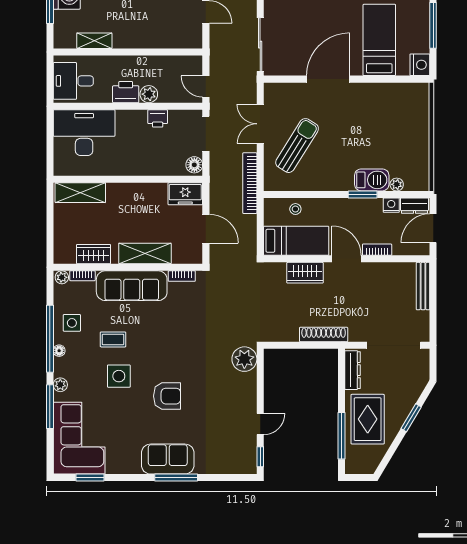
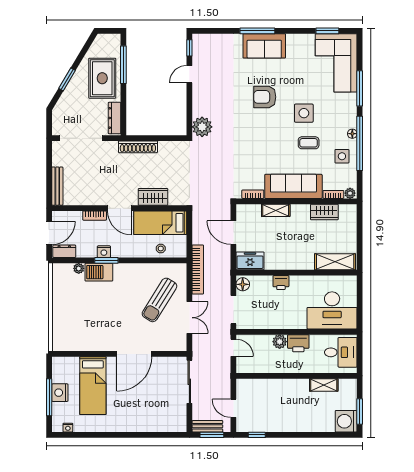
nightstand: (420, 65) -> (60, 393), moved
printer: (158, 118) -> (281, 283), moved, turned 180
nightstand: (391, 205) -> (104, 252), moved
shelving: (145, 253) -> (276, 210), width x0.67, depth x0.75
plant: (60, 385) -> (351, 106), removed

